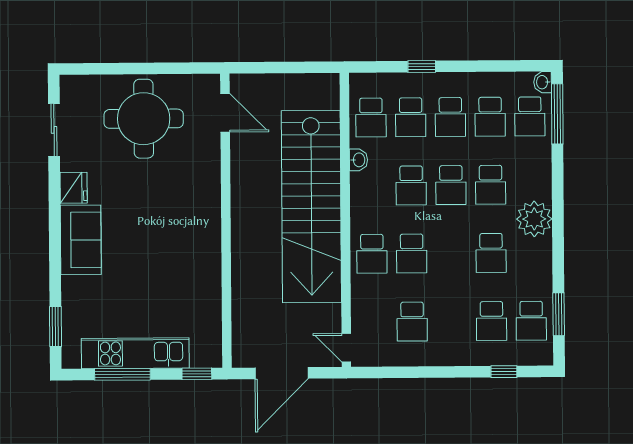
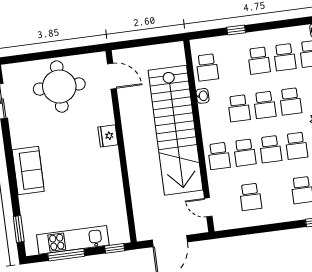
school desk: (411, 117) -> (271, 149), moved
fridge: (74, 188) -> (108, 136), moved, turned 180
door: (346, 348) -> (208, 207), moved

